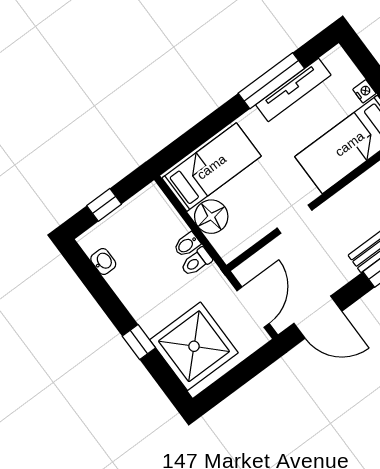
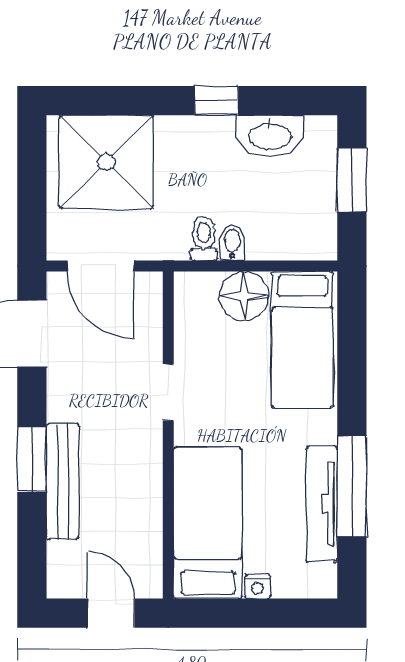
window: (104, 205) -> (352, 180), width x1.50
washbasin: (103, 261) -> (270, 135), width x1.91, depth x1.45
window: (139, 342) -> (216, 101), moved

